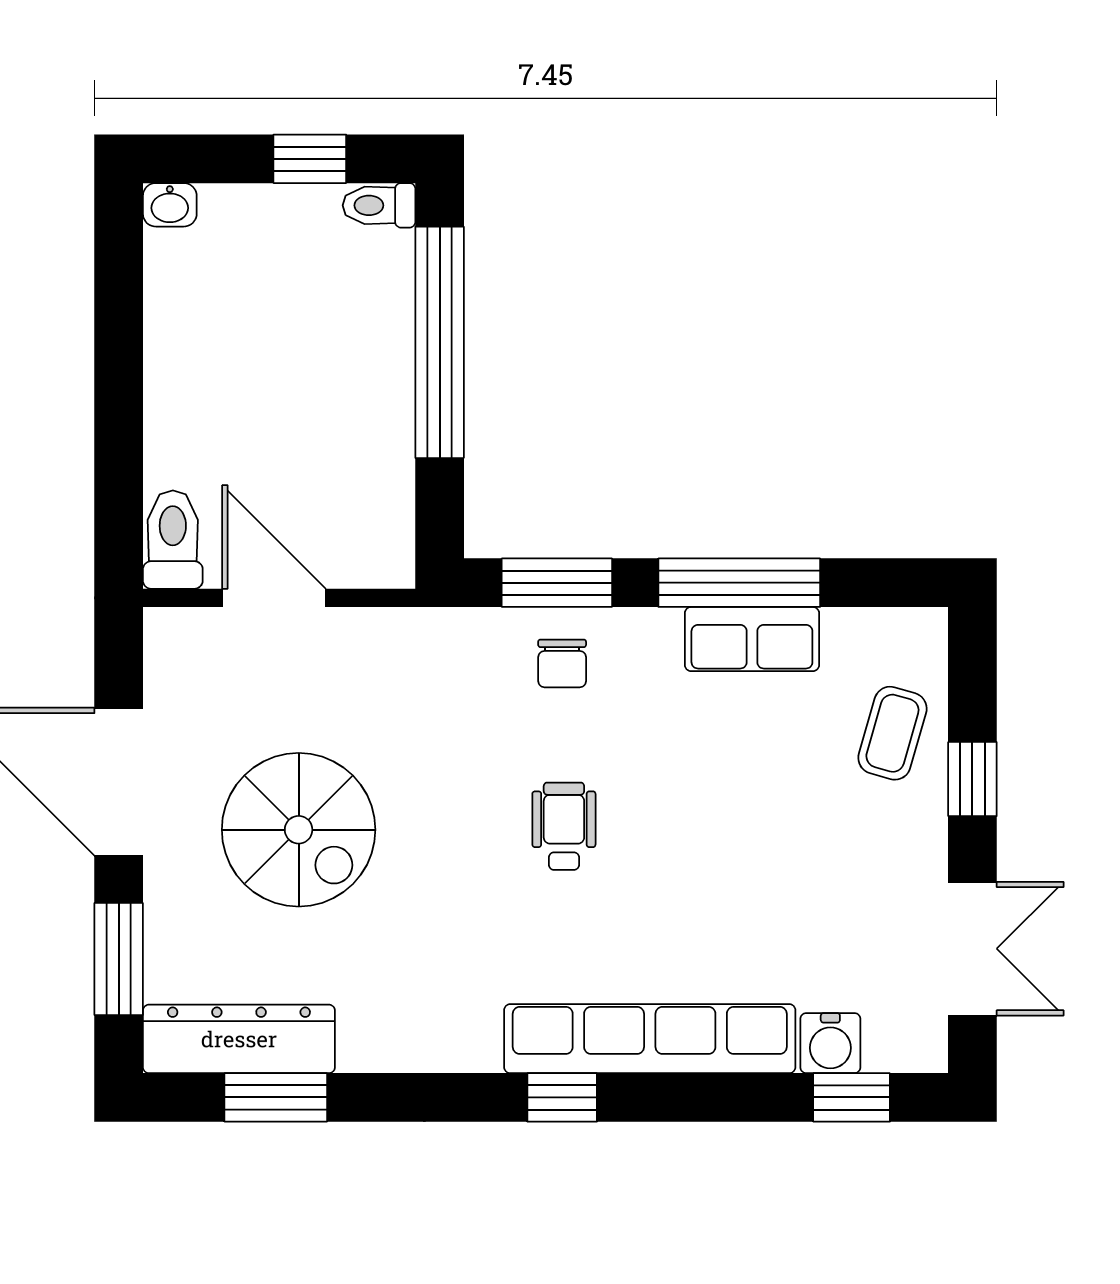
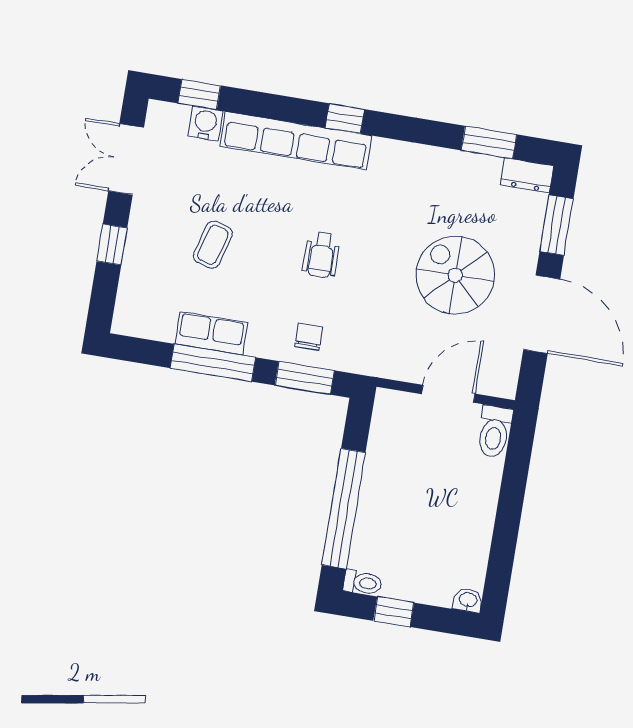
door: (274, 598) -> (448, 394), swing flipped
coffee table: (892, 733) -> (213, 245), moved
dresser: (239, 1039) -> (527, 175), width x0.51, depth x0.80

